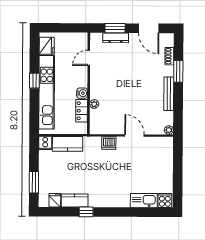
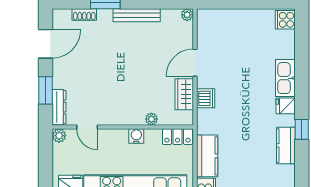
plant: (83, 38) -> (59, 136), added
dresser: (116, 38) -> (59, 107), moved
locker: (82, 111) -> (178, 137), moved
wardrobe: (112, 128) -> (184, 94), added
fridge: (55, 200) -> (286, 106), moved
kitchen sink: (144, 200) -> (285, 78), moved

